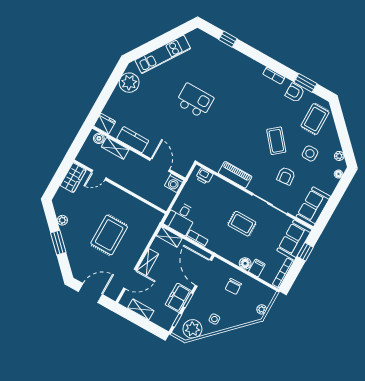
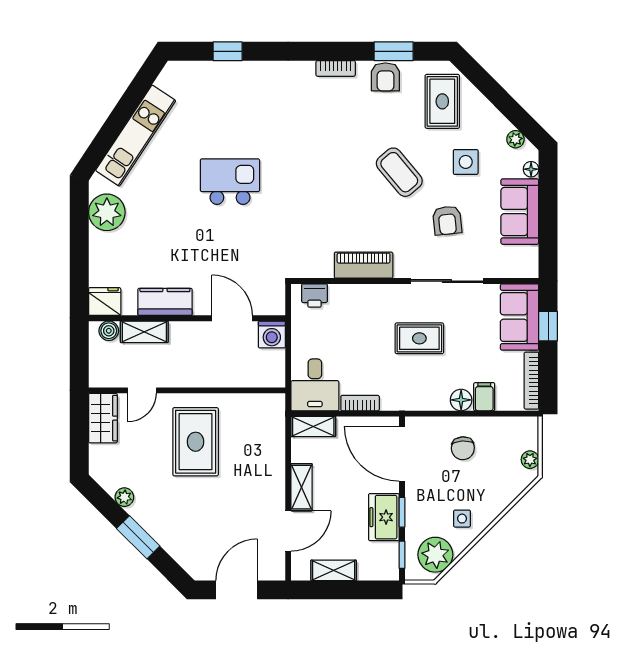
armchair: (295, 93) -> (385, 77), turned -90
sofa: (313, 207) -> (520, 212), moved
rug: (109, 235) -> (196, 442), moved

